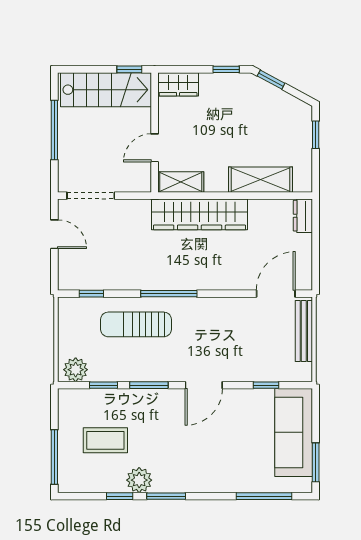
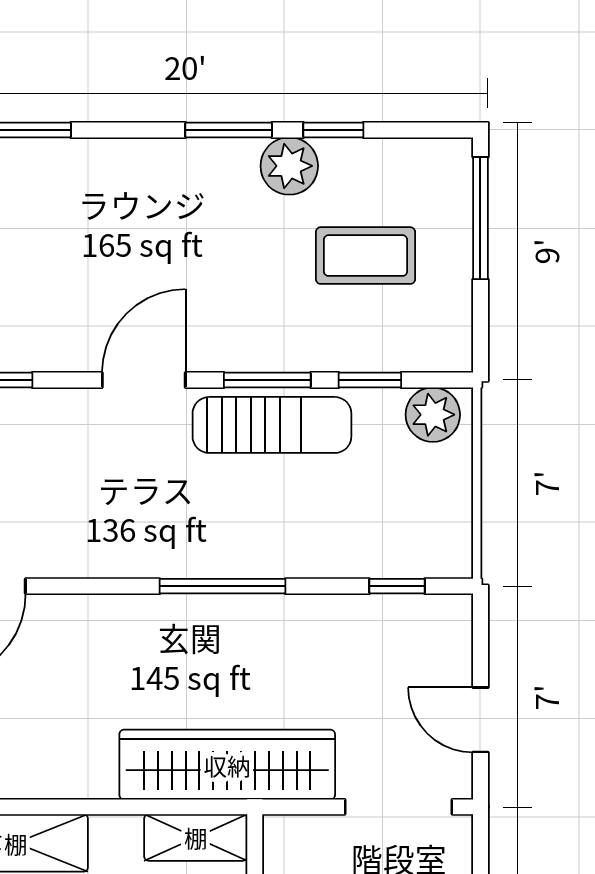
wardrobe: (200, 214) -> (227, 765), moved
sun lounger: (136, 324) -> (272, 425), moved

